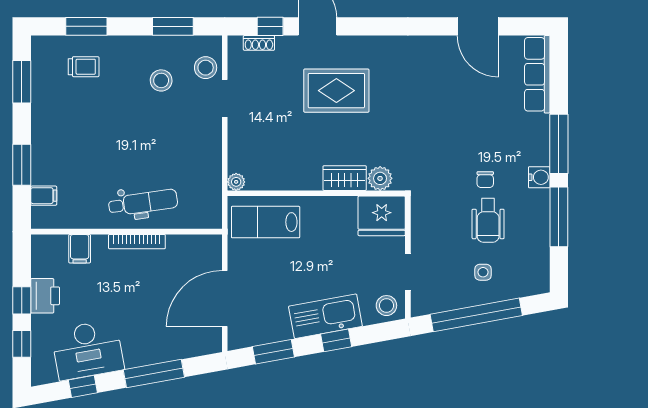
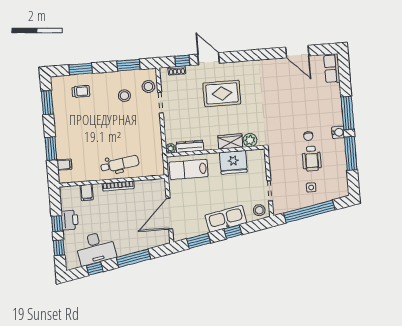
row of seats: (537, 74) -> (332, 68), width x0.68
dresser: (271, 181) -> (190, 146), added
fridge: (382, 216) -> (233, 162), moved

